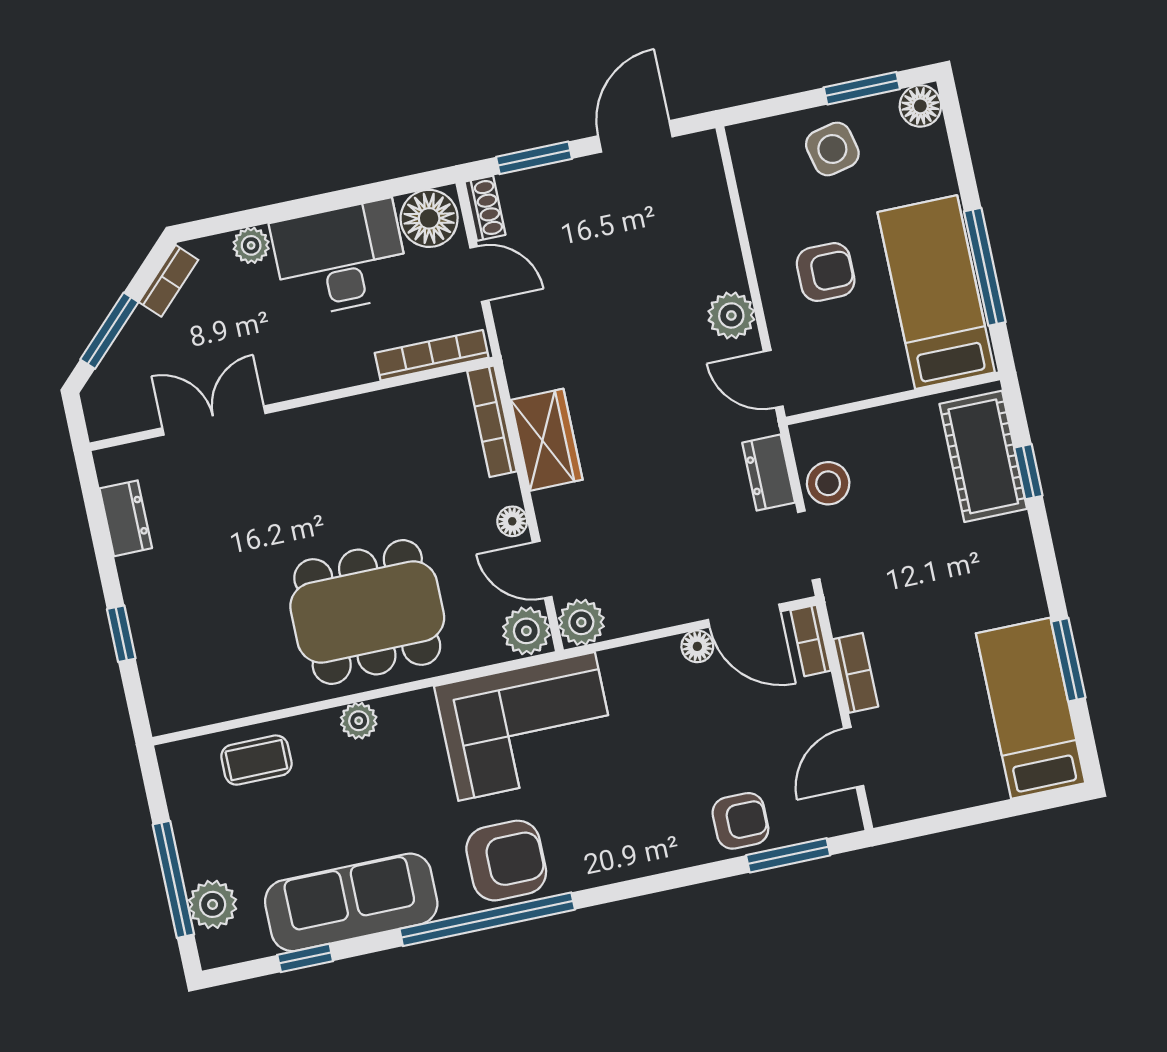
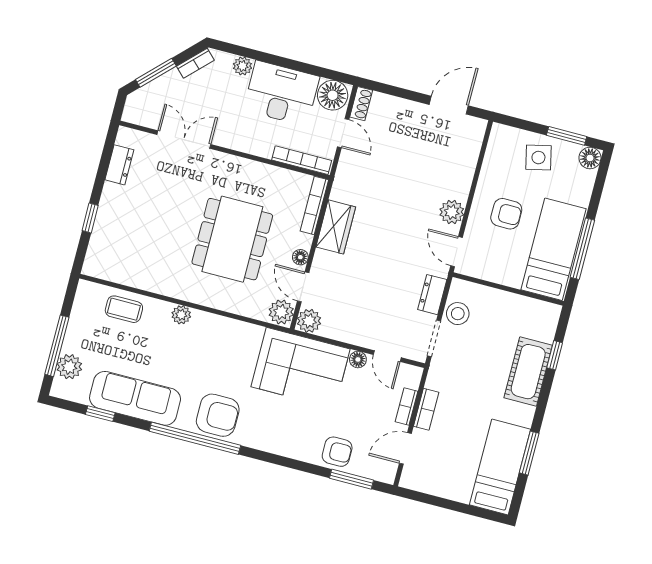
window: (534, 158) -> (396, 91), removed
cot: (983, 456) -> (528, 372), moved
dining table: (367, 612) -> (232, 239), moved, turned 90
door: (744, 616) -> (387, 356), width x0.73
bookcase: (811, 641) -> (406, 407), moved
corner sofa: (527, 726) -> (301, 368), moved

